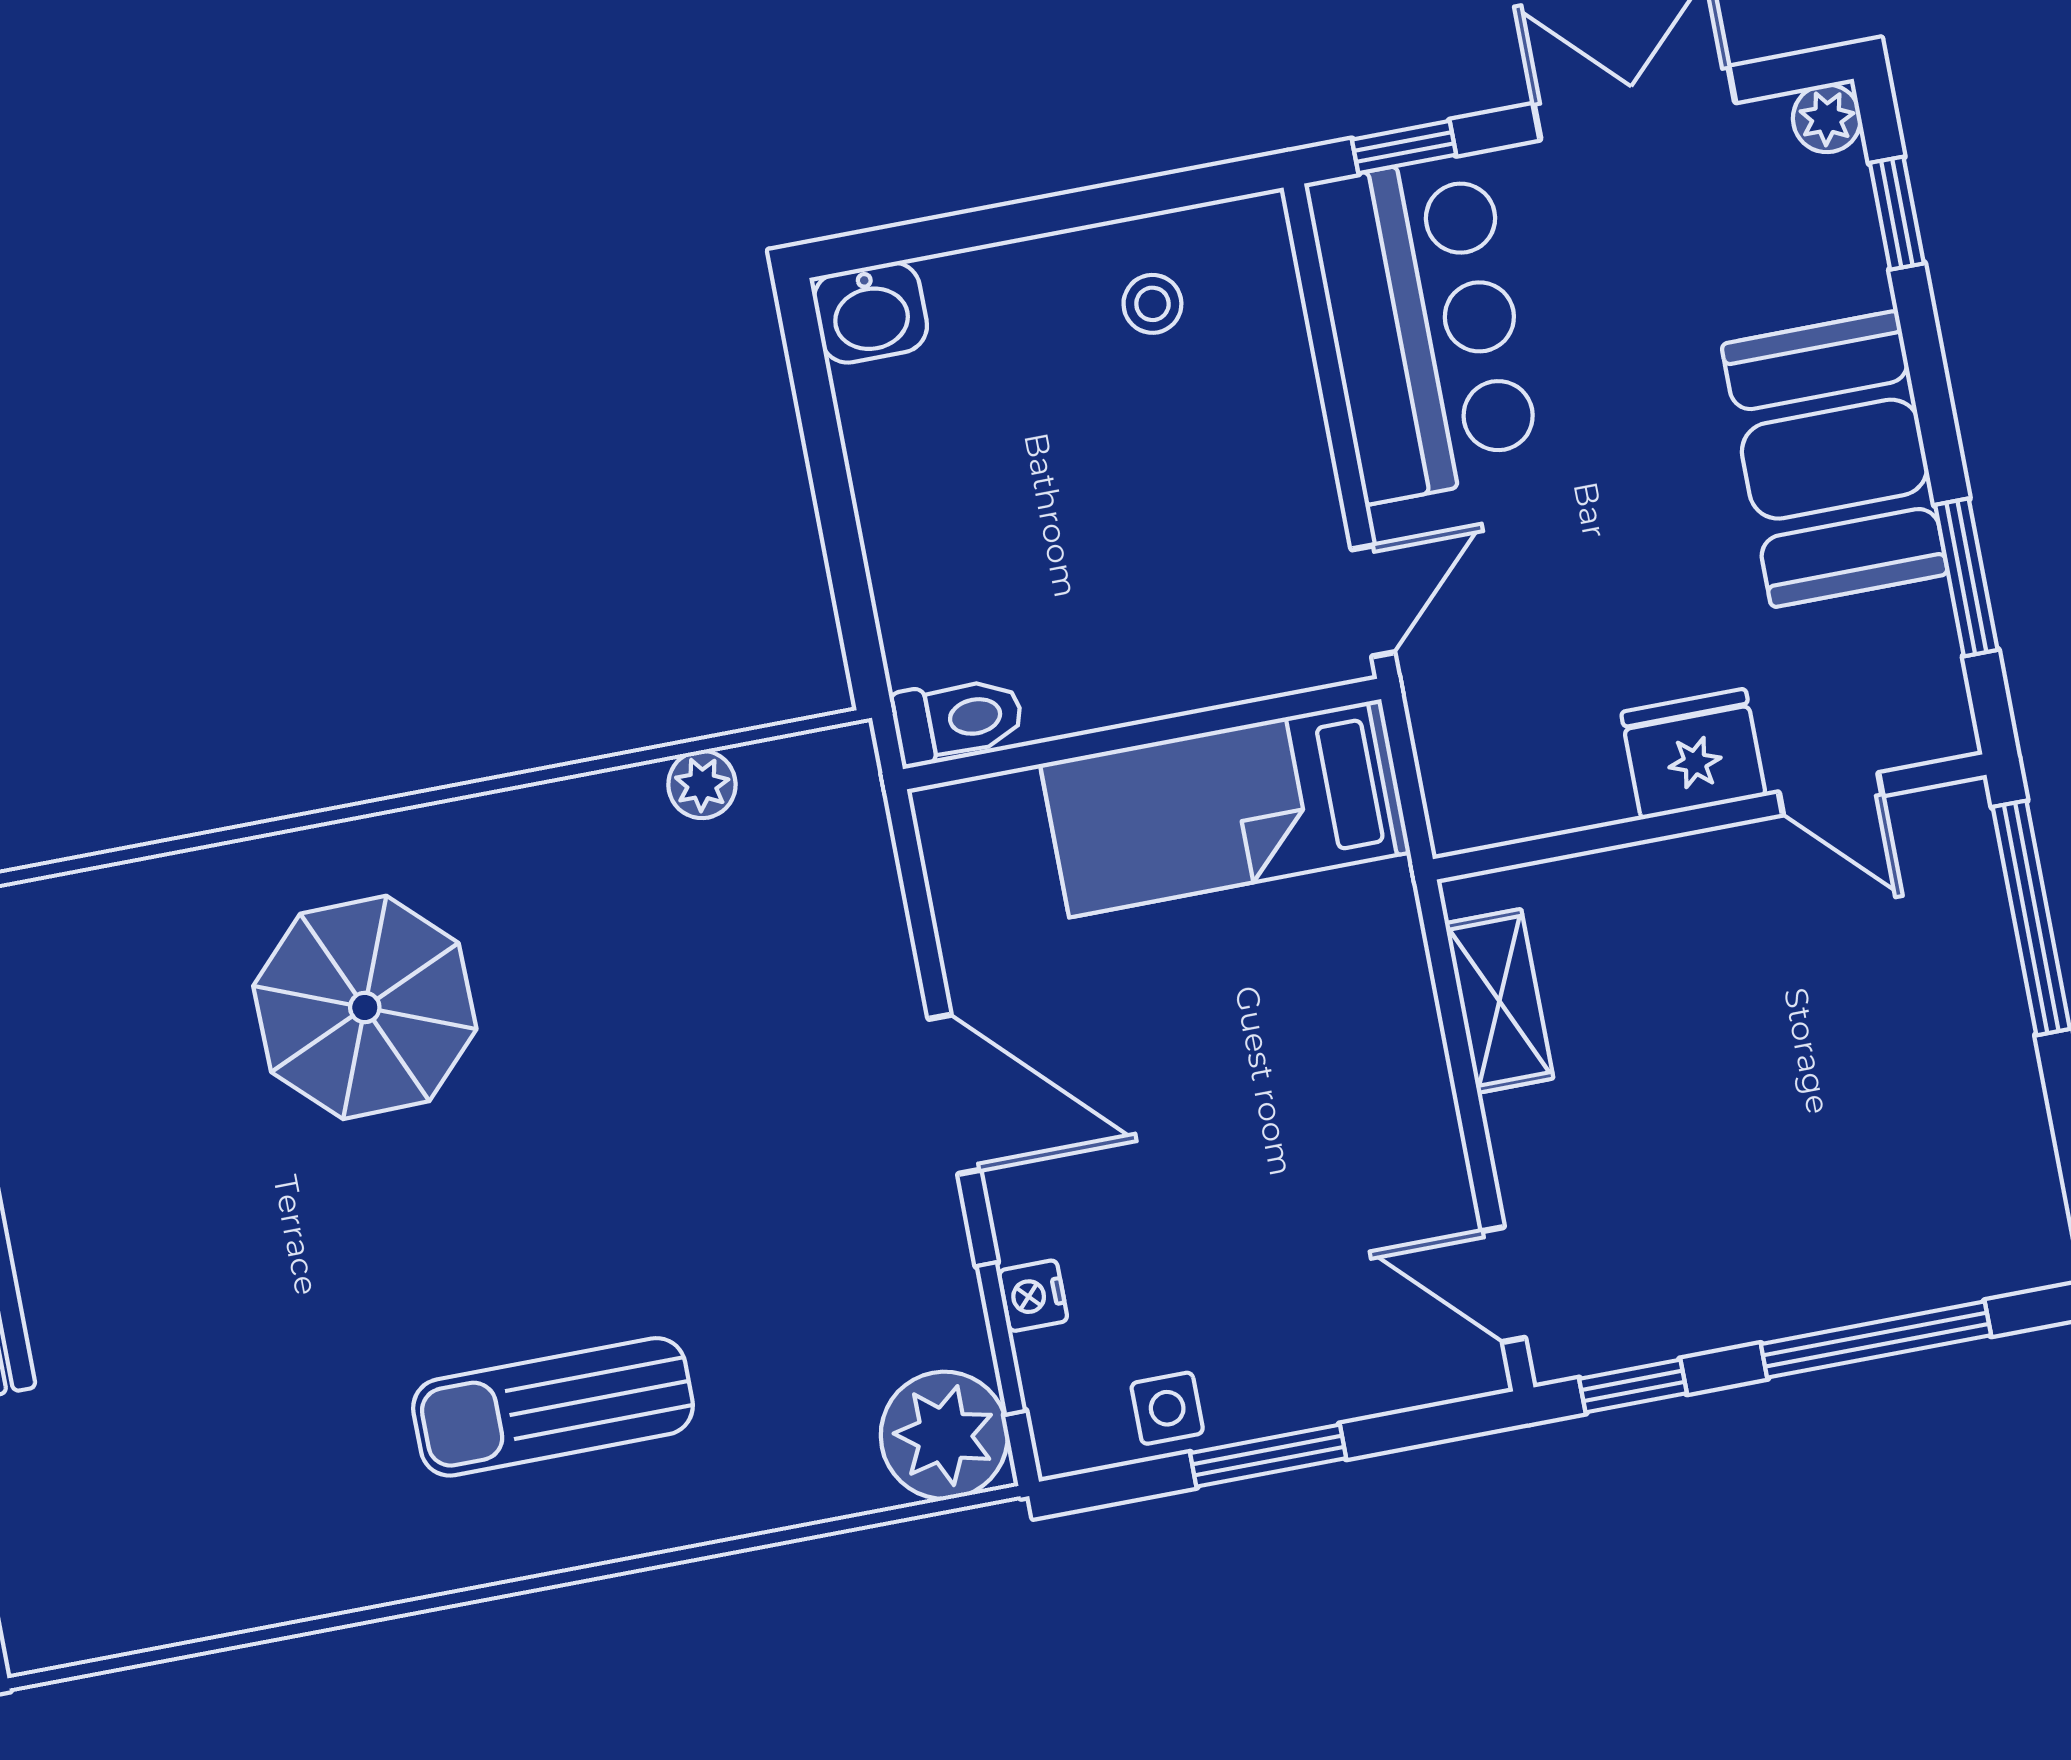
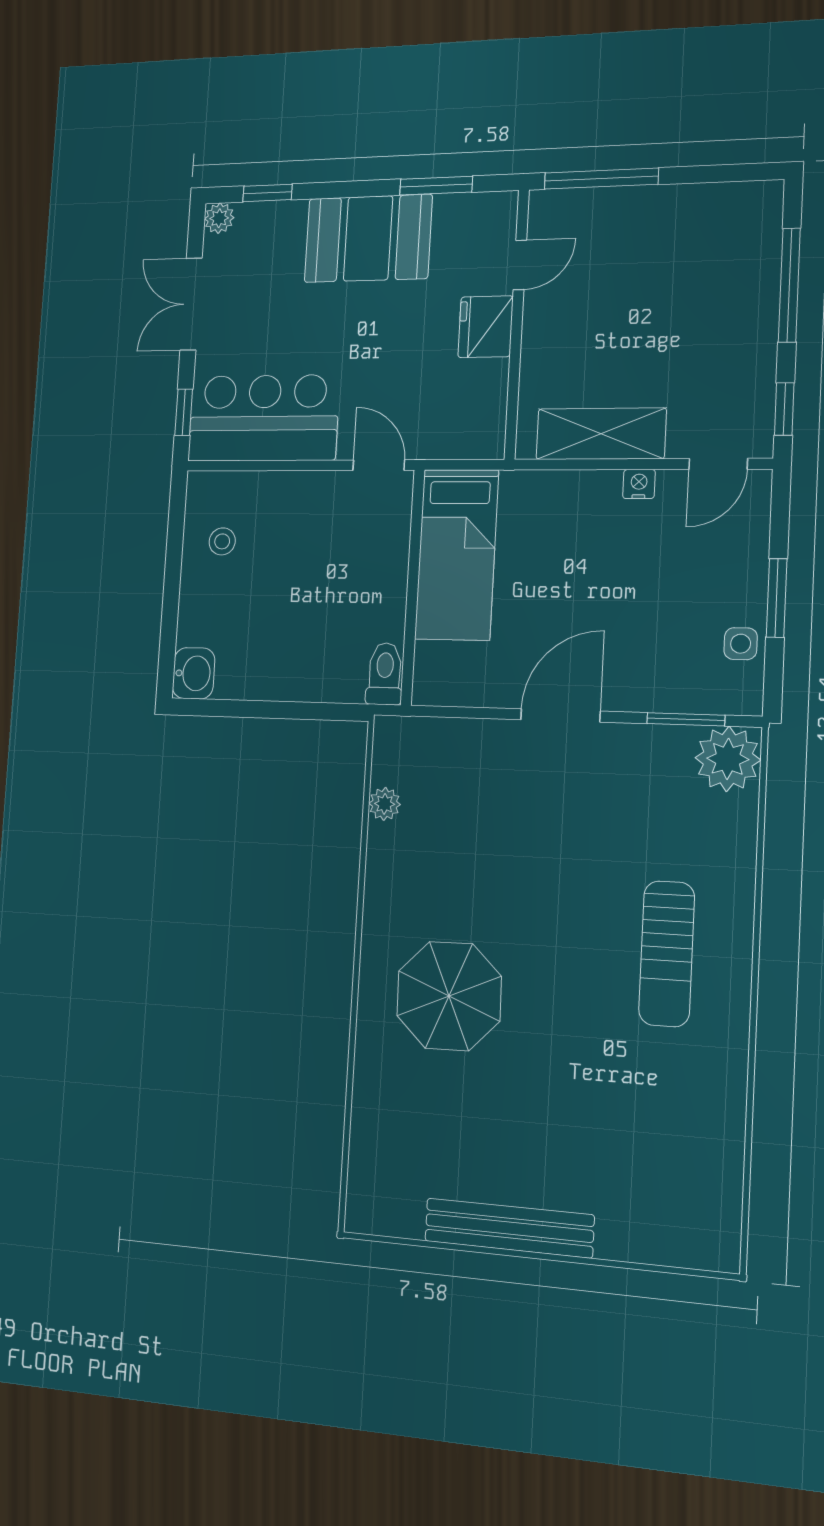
shelving: (1499, 1001) -> (601, 434), width x1.50, depth x1.33
nightstand: (1033, 1296) -> (639, 484), moved, turned 180

